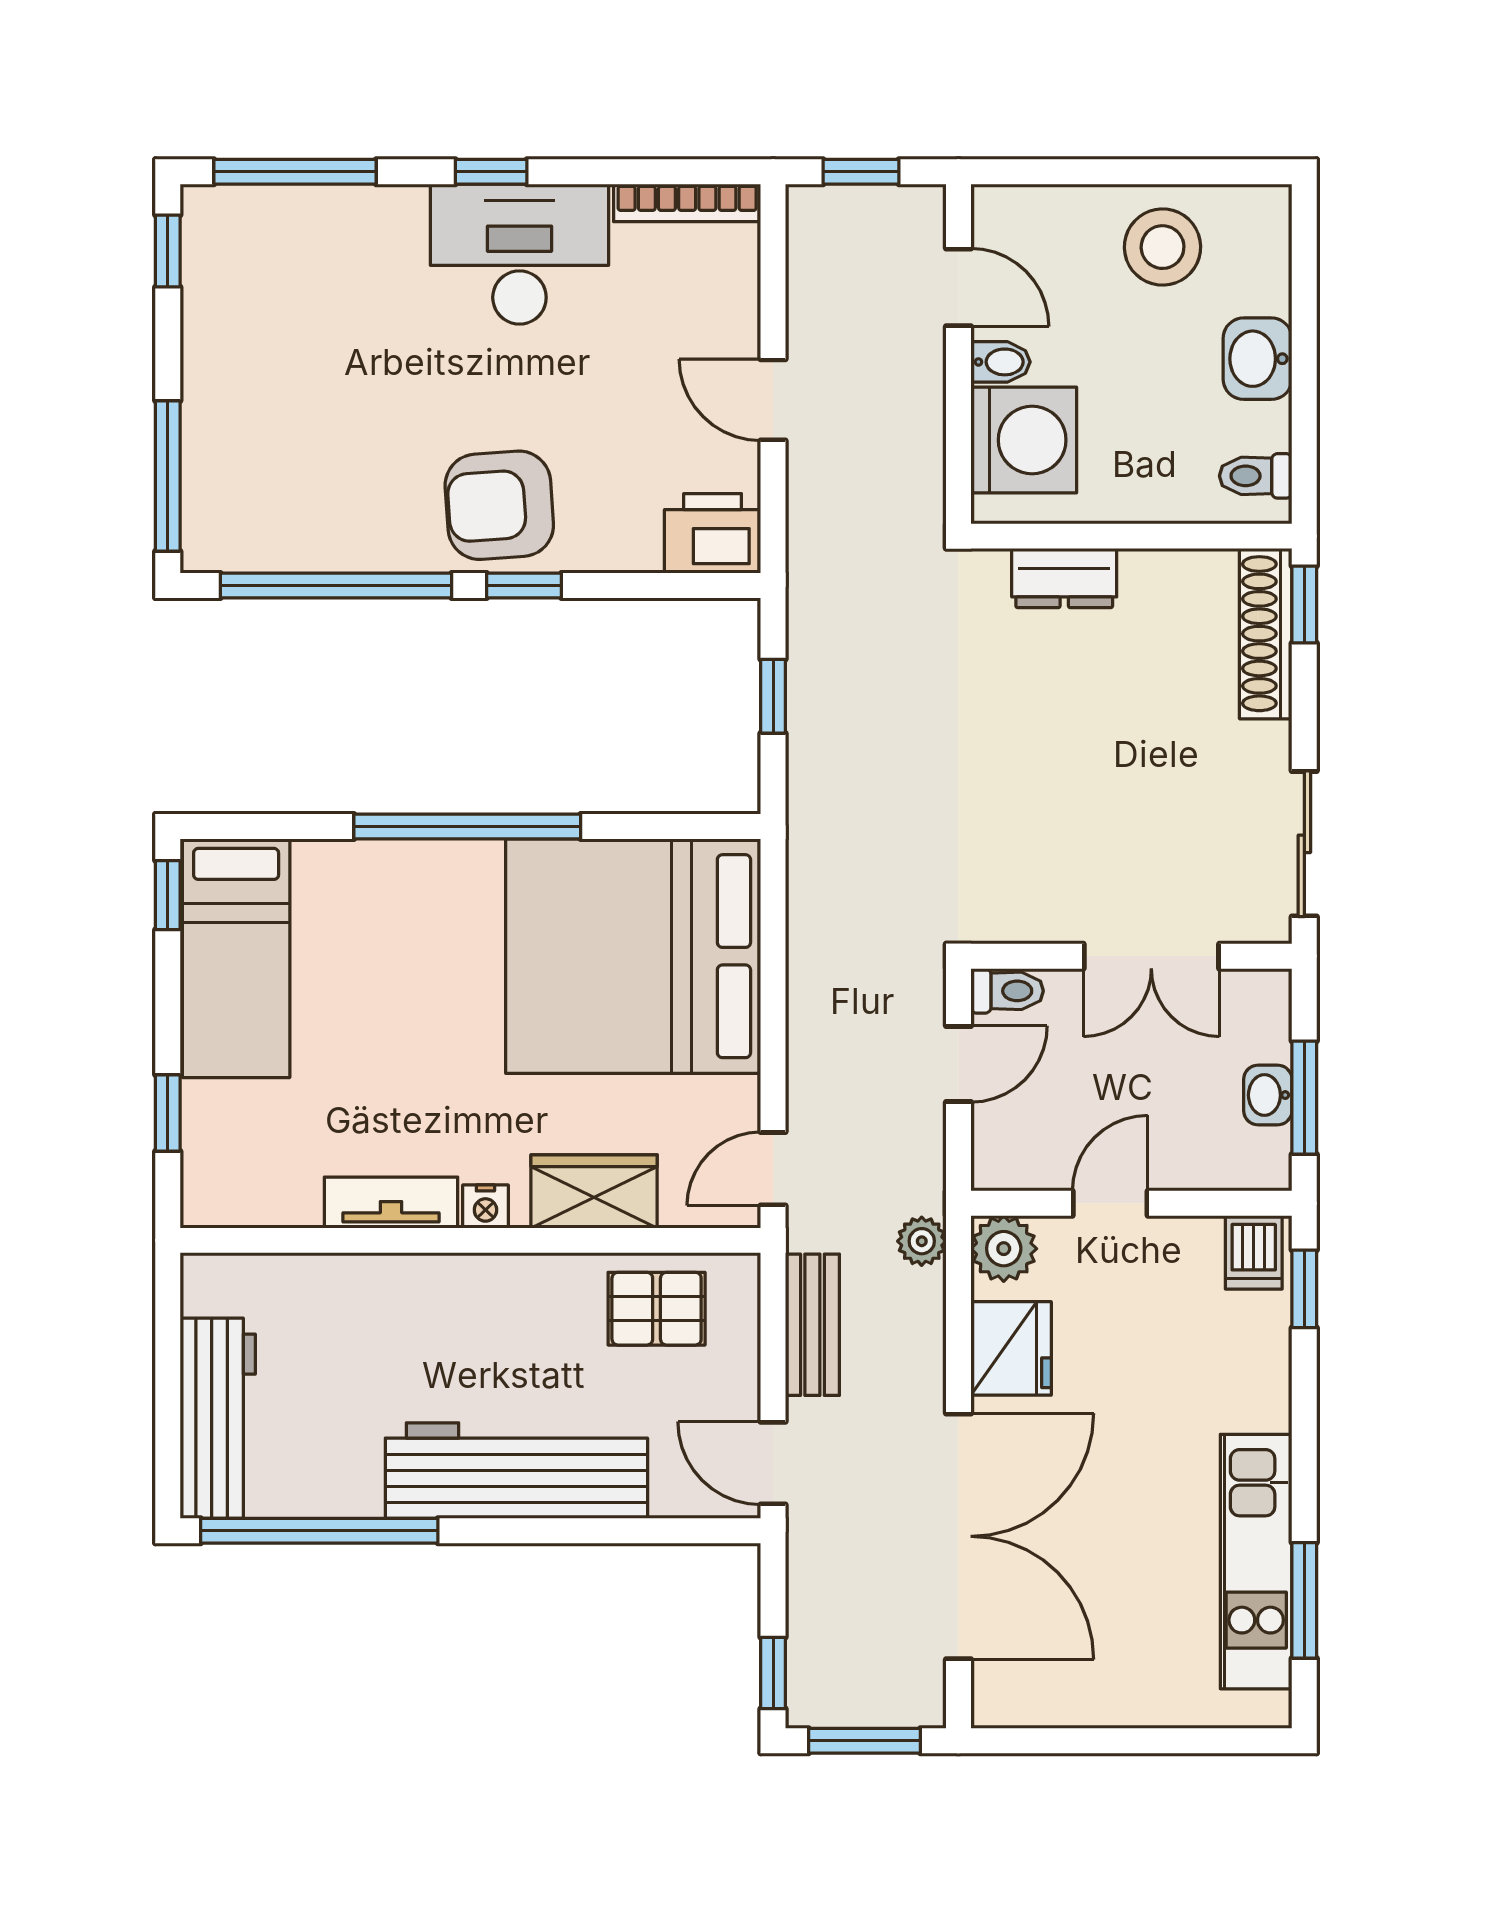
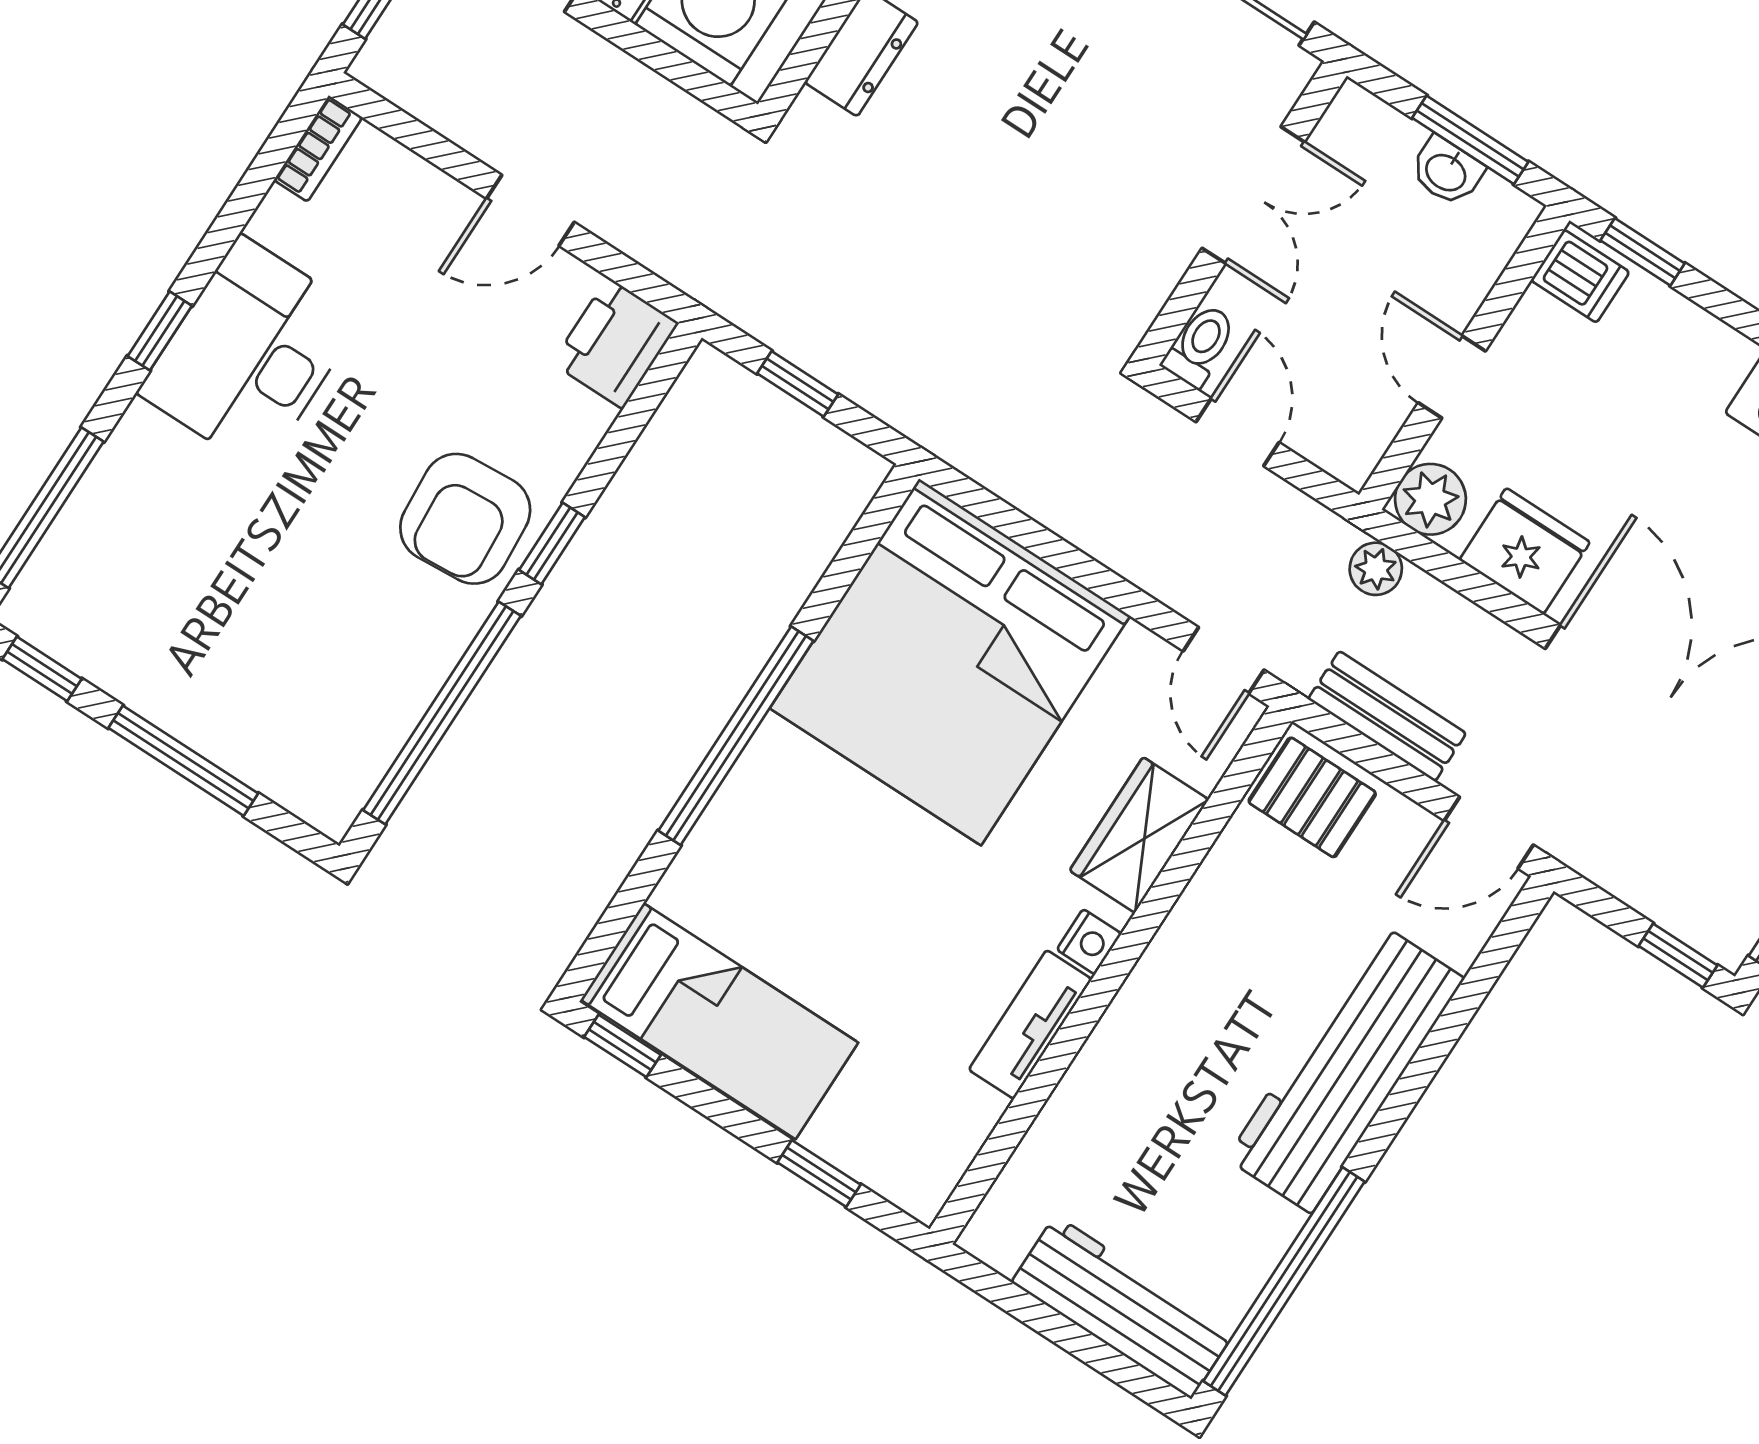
bookcase: (687, 203) -> (318, 149), width x0.64
window: (168, 476) -> (183, 761), moved
pallet: (657, 1309) -> (1312, 797), moved, turned 90

